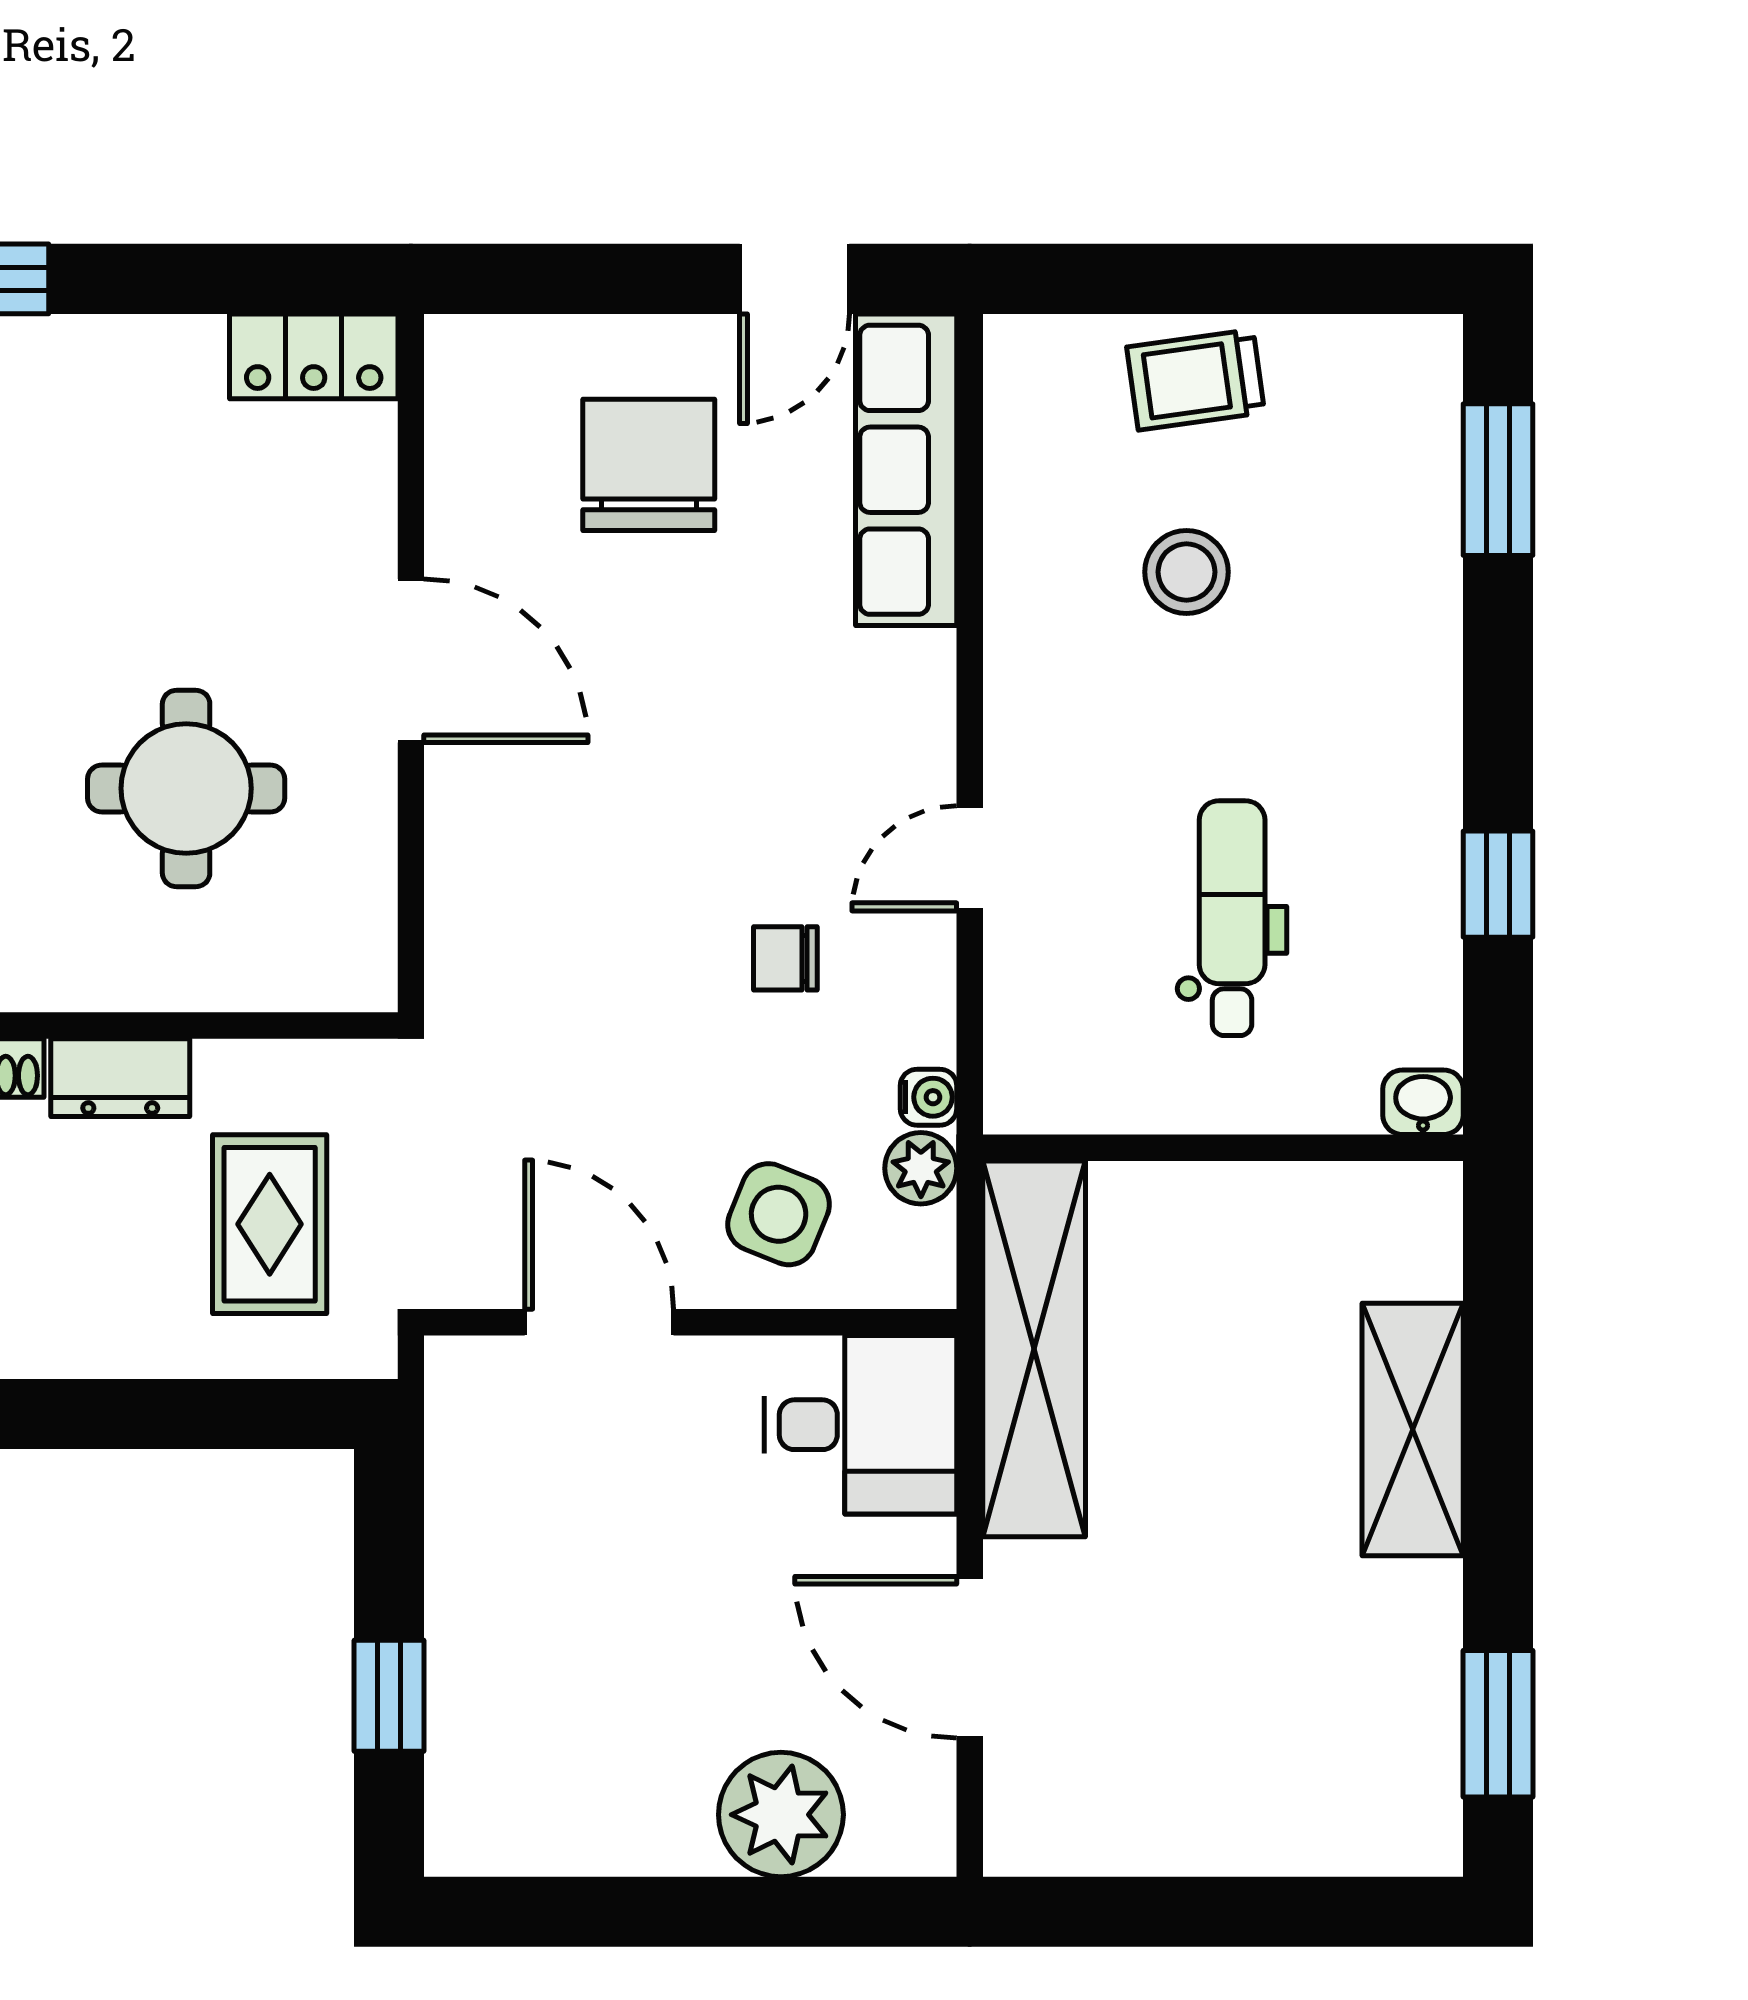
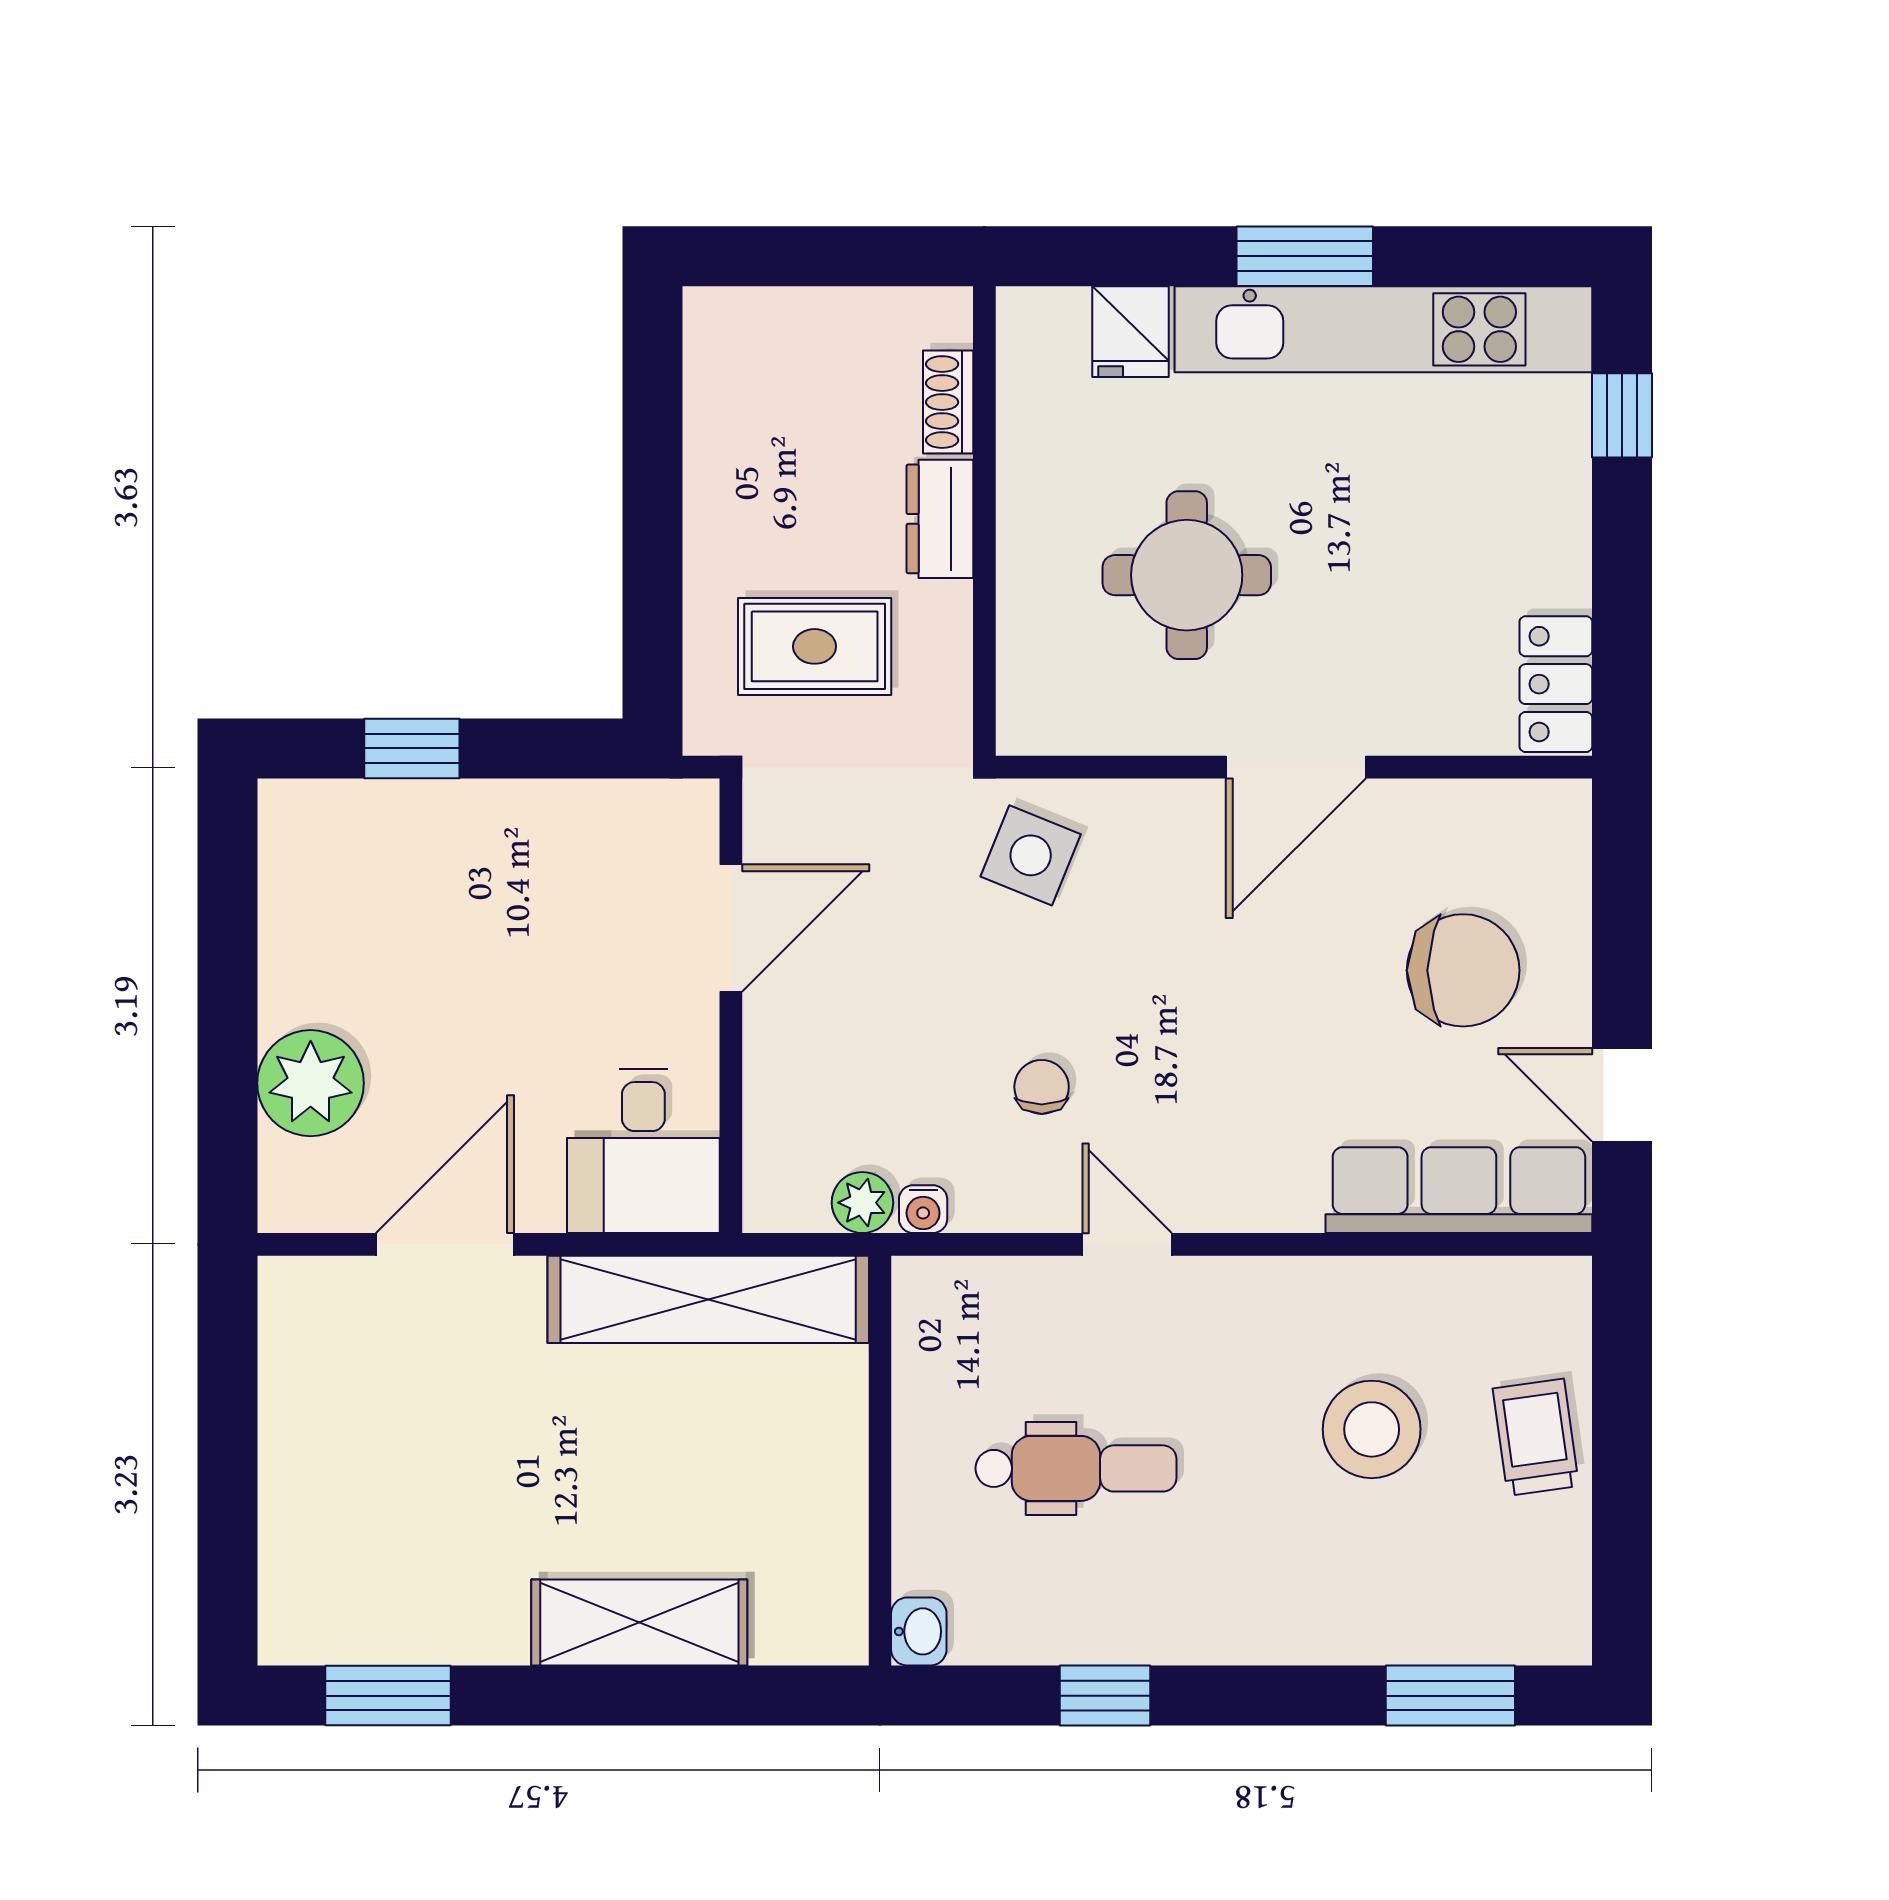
stool: (1186, 572) -> (1372, 1429), width x1.38, depth x1.38
side table: (779, 1214) -> (1031, 855), moved

